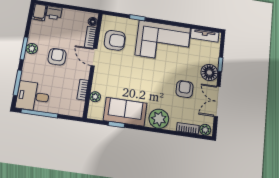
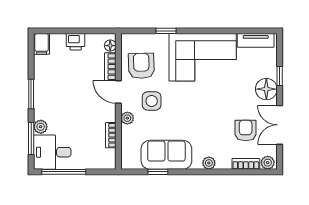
printer: (54, 13) -> (76, 42), moved
armchair: (115, 40) -> (141, 66), turned -92
plant: (32, 49) -> (41, 127), moved
armchair: (57, 57) -> (73, 98), removed
side table: (119, 68) -> (152, 101), added
armchair: (185, 89) -> (246, 130), moved
plant: (95, 97) -> (127, 118), moved
plant: (159, 119) -> (209, 163), width x0.53, depth x0.53

